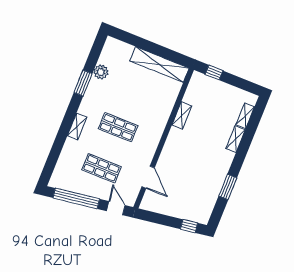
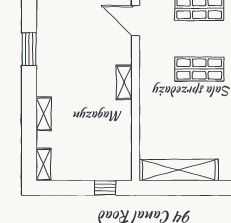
shelving: (182, 115) -> (124, 82), moved
shelving: (245, 116) -> (43, 164), moved

